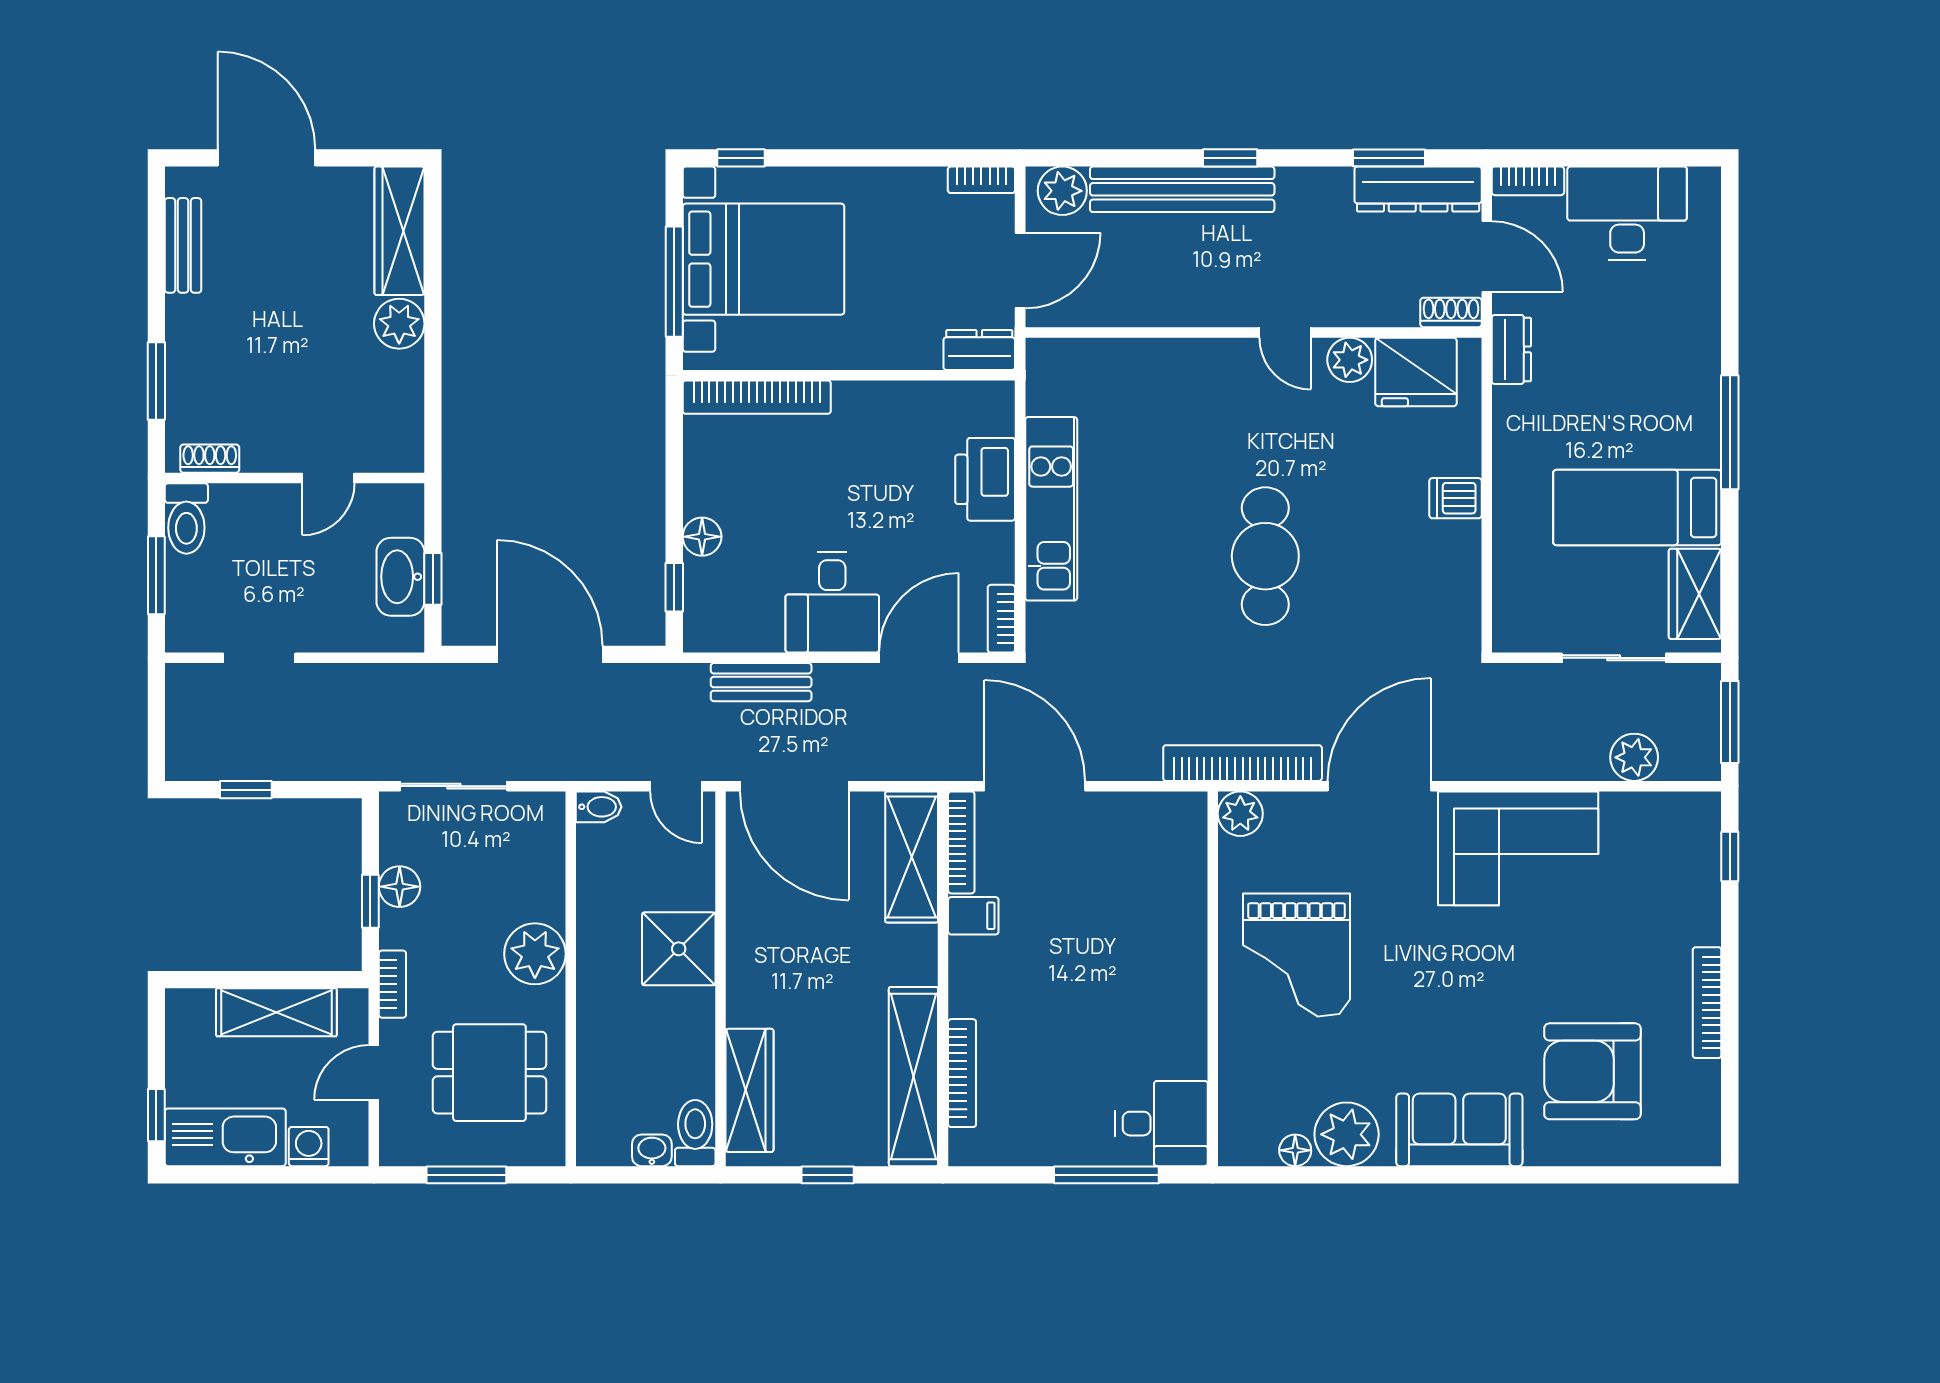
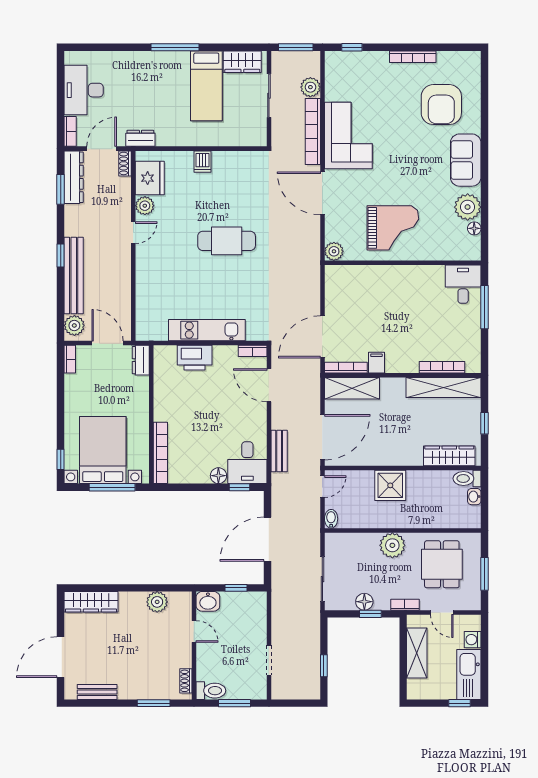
plant: (399, 324) -> (157, 602), moved
washbasin: (400, 577) -> (208, 601), moved, width x0.72
desk: (832, 602) -> (247, 463), moved, turned 90
bookcase: (1243, 763) -> (313, 132), moved

